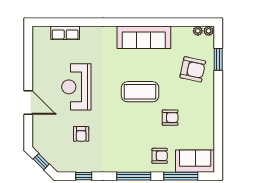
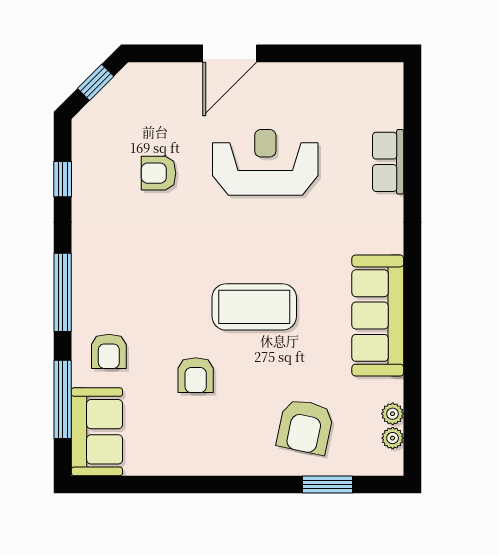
plant: (209, 31) -> (393, 414), moved
row of seats: (65, 33) -> (388, 162), moved
coffee table: (140, 92) -> (254, 307), turned 90

